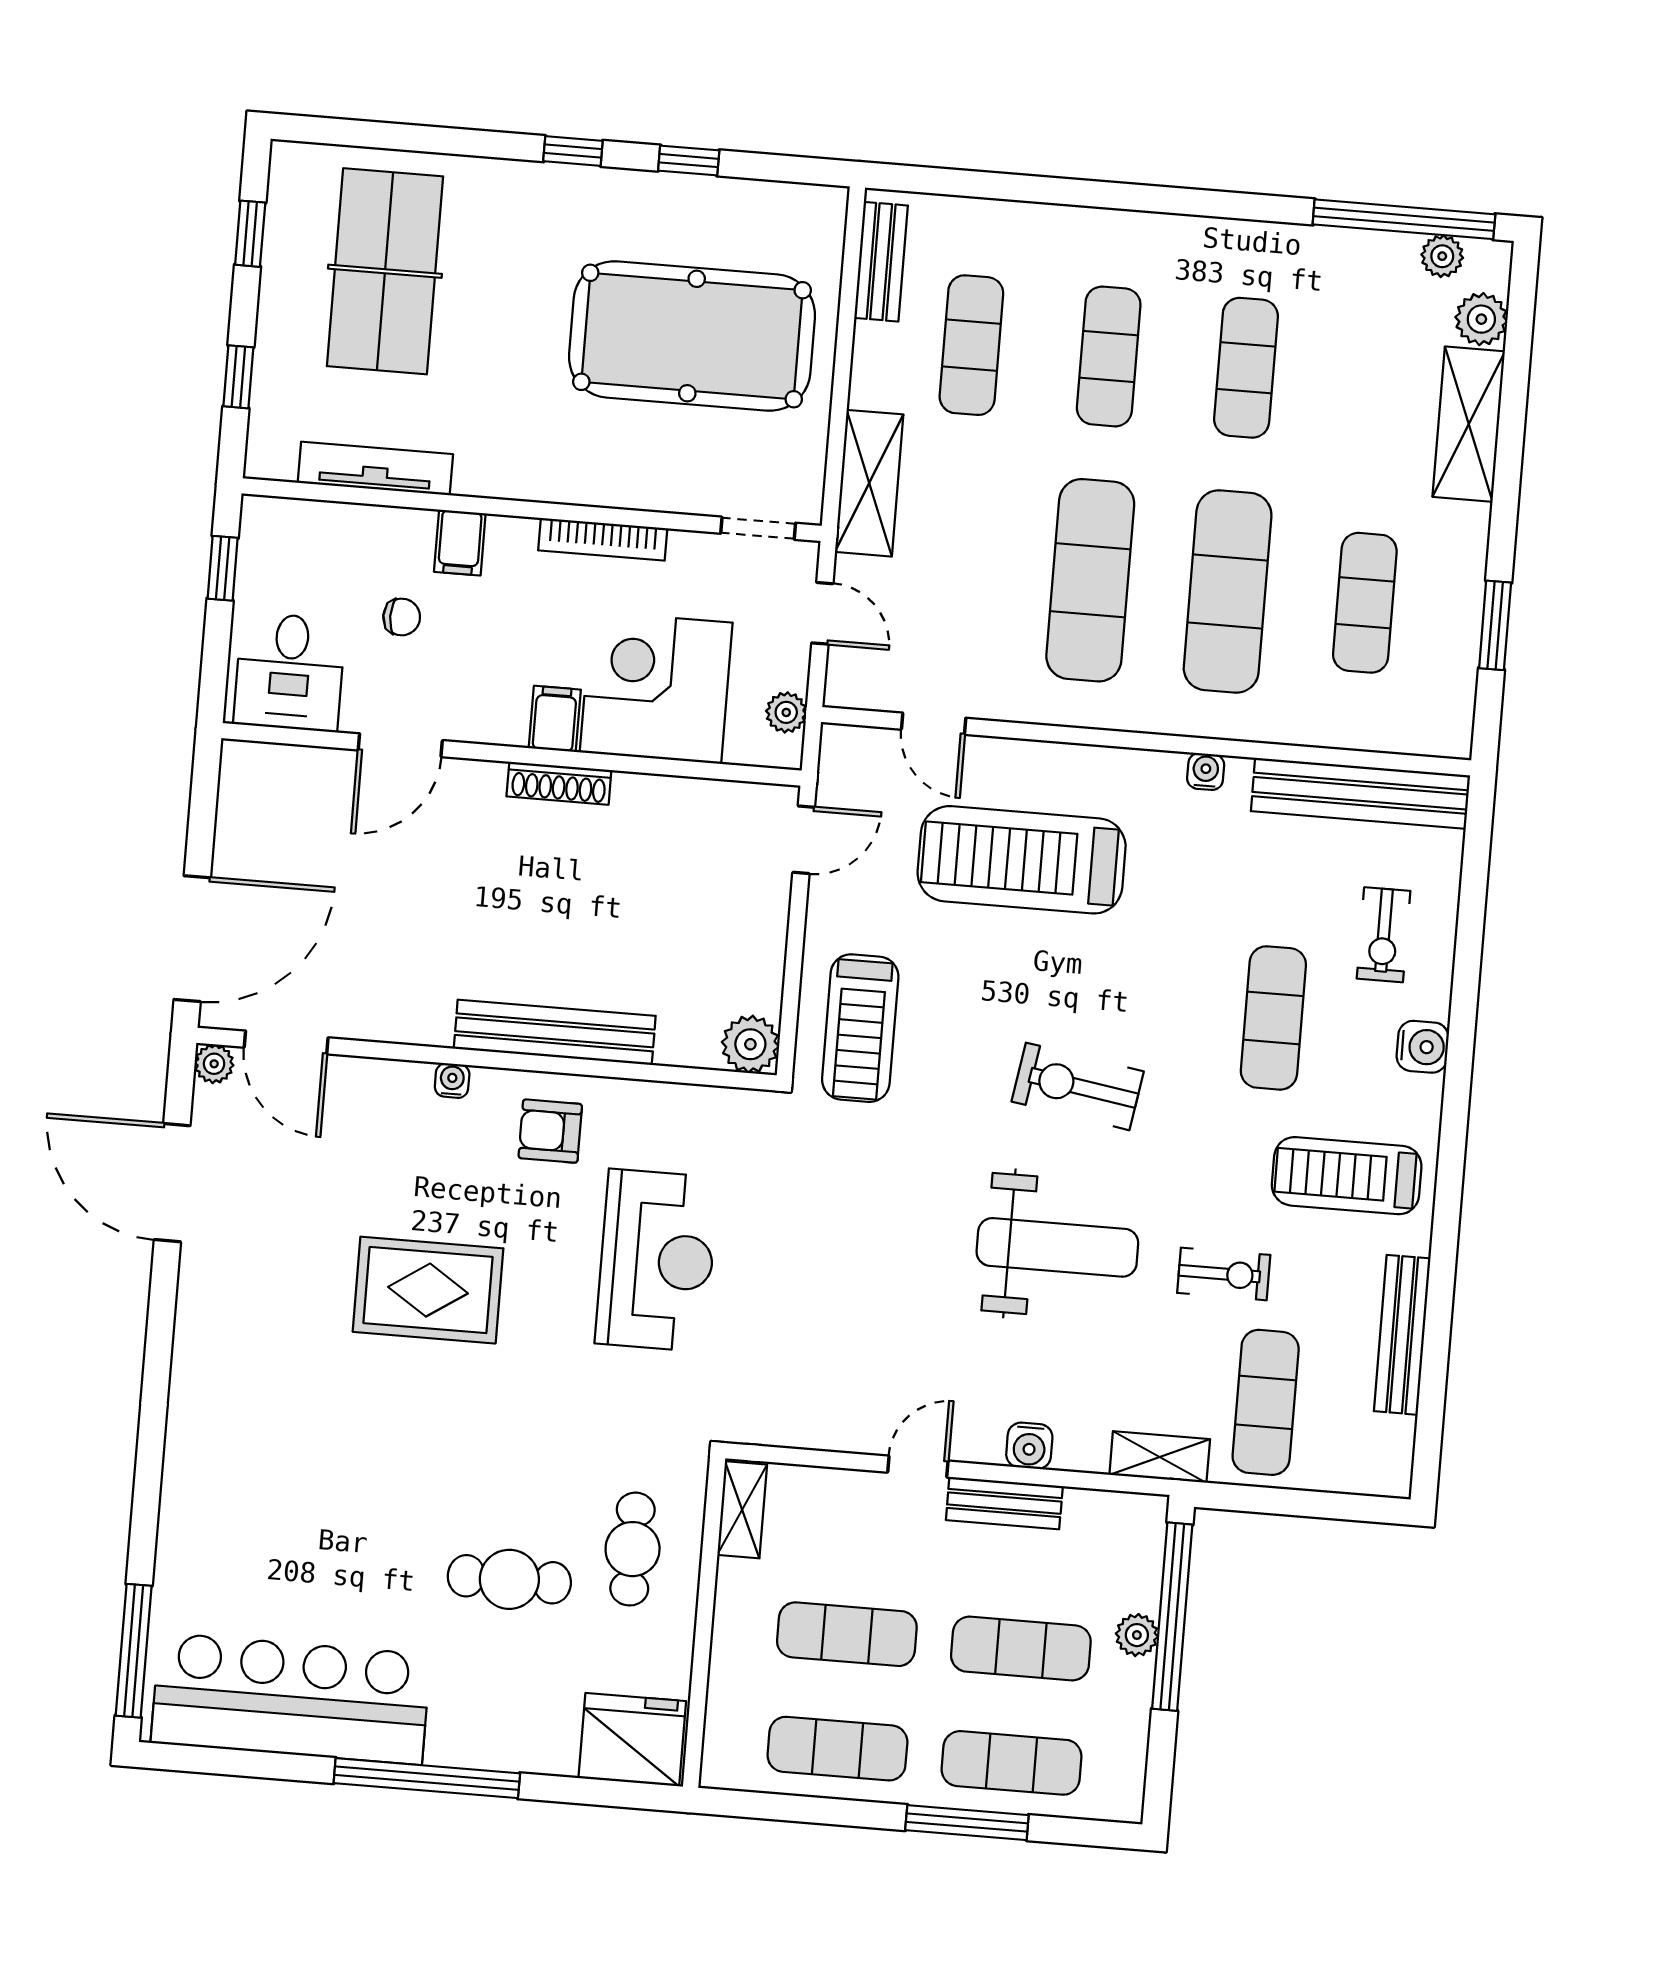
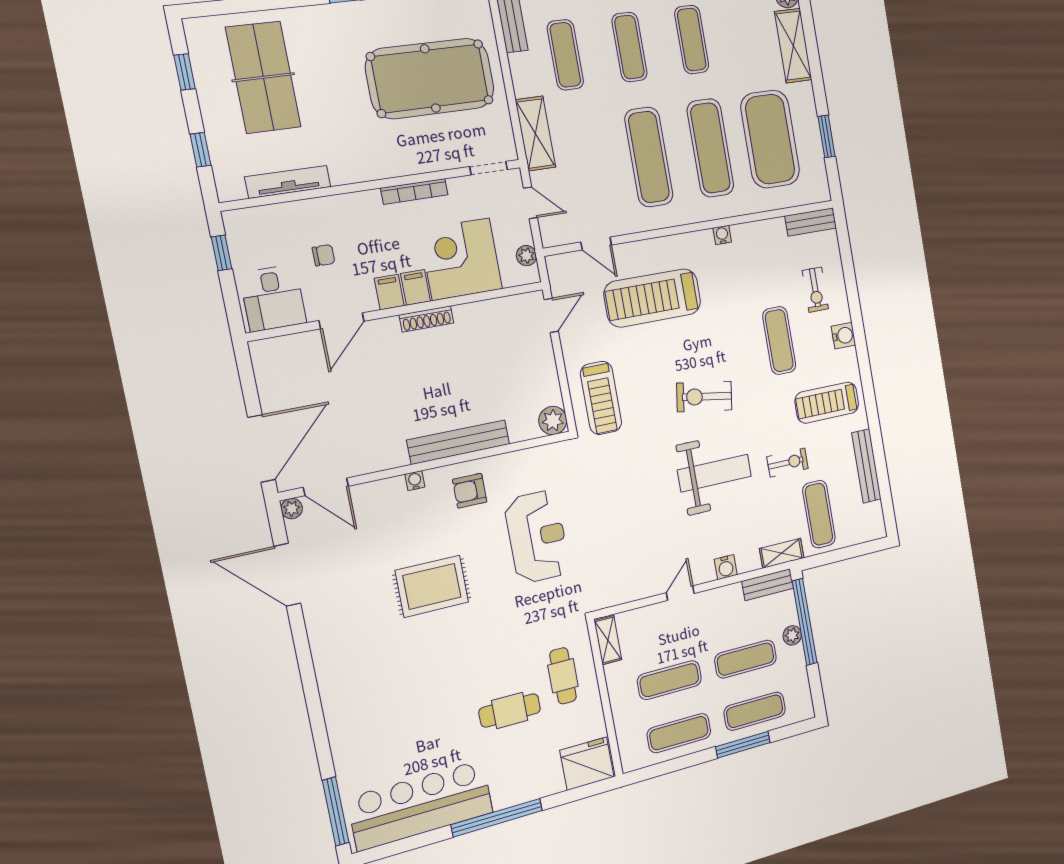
filing cabinet: (460, 543) -> (389, 292), moved, turned 180
exercise mat: (1365, 603) -> (770, 139), width x2.00, depth x1.45
bench: (1361, 793) -> (811, 222), width x0.54, depth x0.82
bench: (1004, 1503) -> (768, 585), moved

